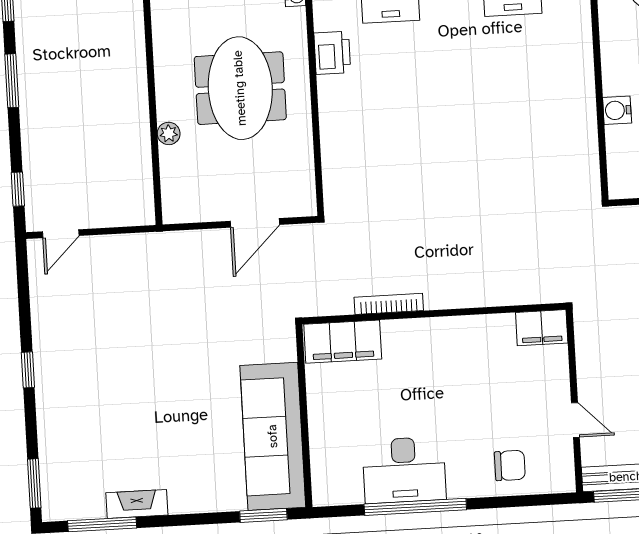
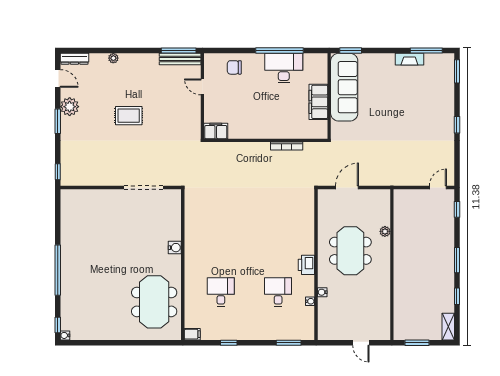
water cooler: (617, 110) -> (175, 248), moved
filing cabinet: (343, 342) -> (318, 102), moved, turned -90

